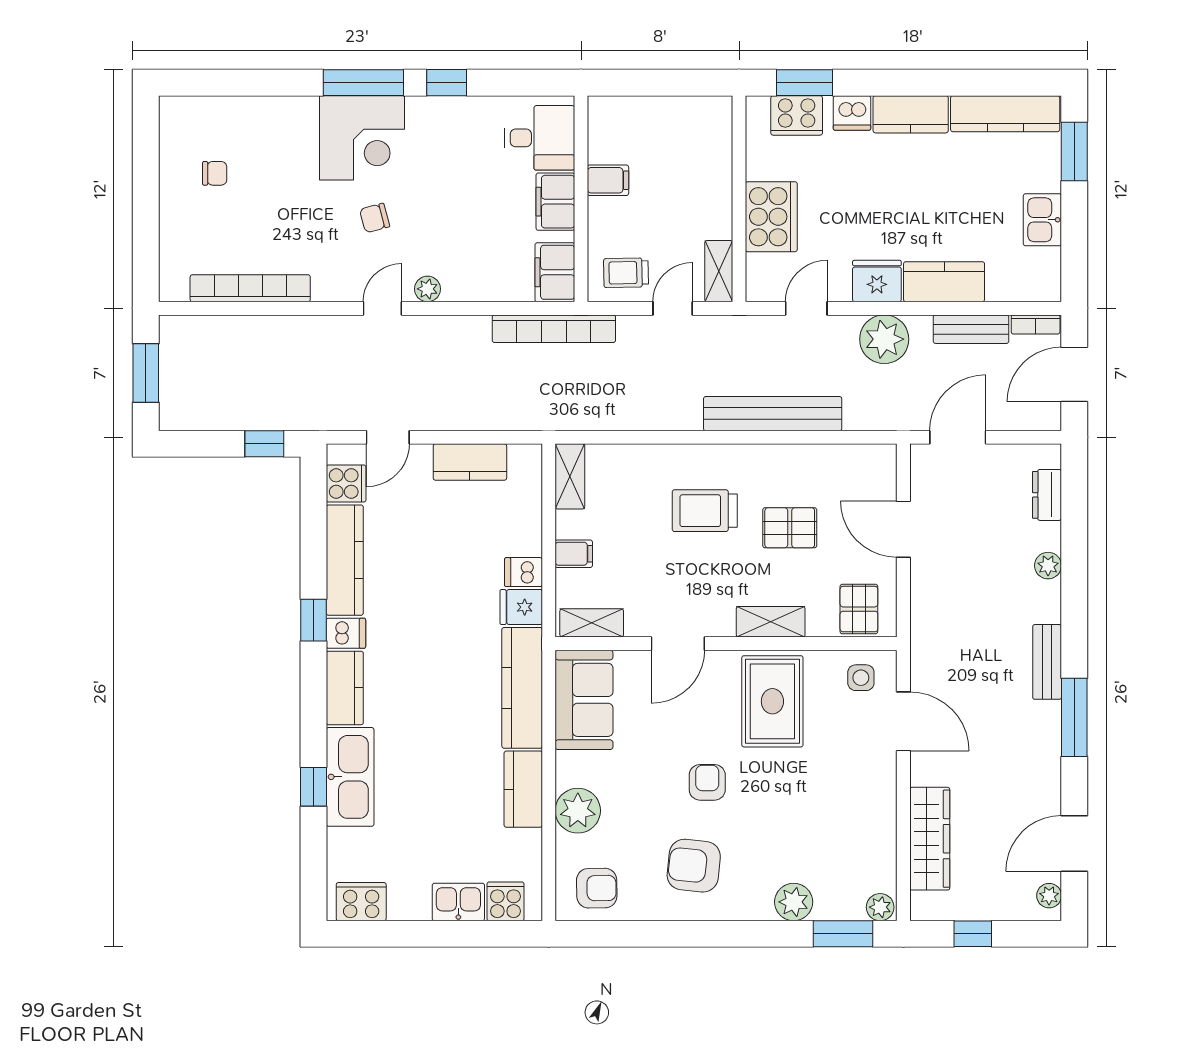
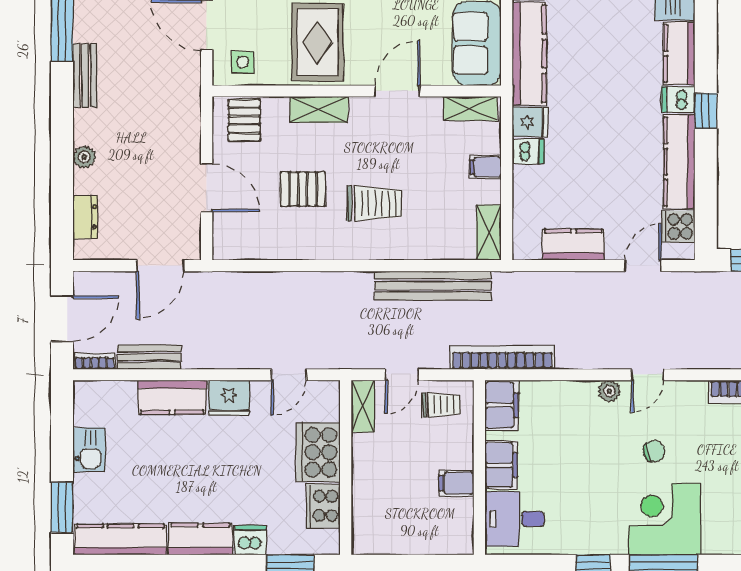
cooker: (797, 115) -> (323, 506), moved, turned -90
plant: (884, 339) -> (223, 349), removed
bench: (773, 414) -> (433, 286), moved

